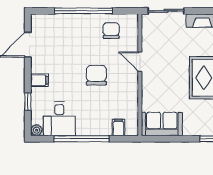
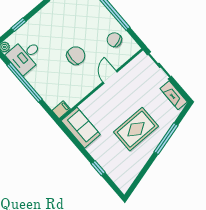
chair: (111, 31) -> (114, 40), turned -109
filing cabinet: (39, 80) -> (40, 20), removed
filing cabinet: (118, 128) -> (61, 110), moved

